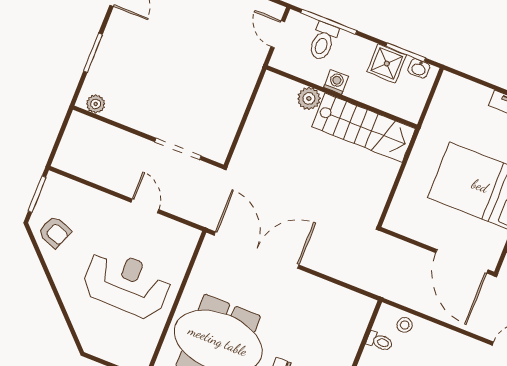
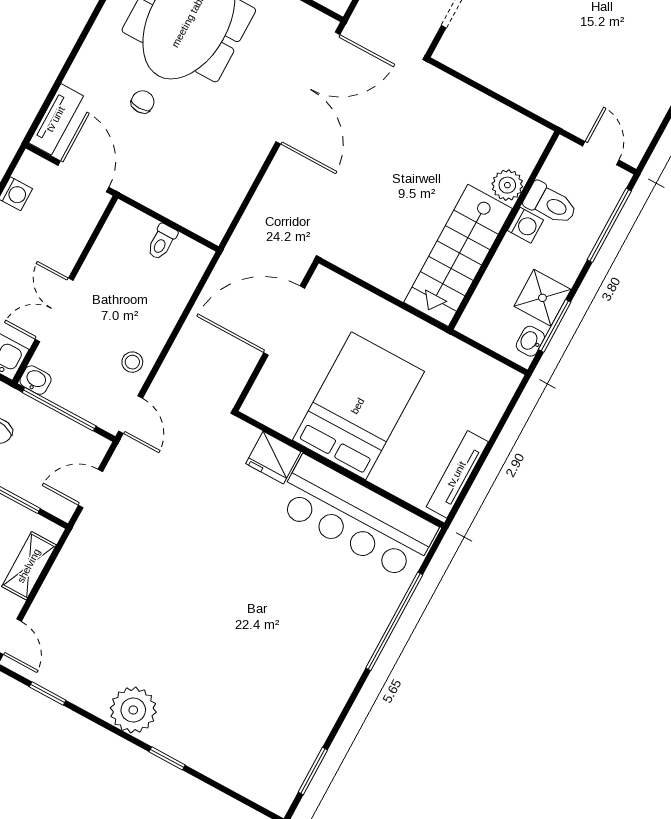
door: (278, 34) -> (601, 153), hinge flipped
toilet: (323, 41) -> (550, 204), moved, turned 180
door: (462, 261) -> (284, 321), moved
stool: (405, 325) -> (132, 362), moved

